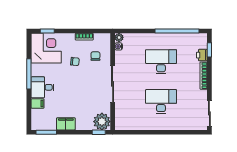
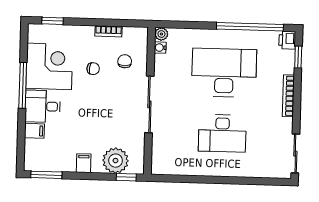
corner desk: (46, 48) -> (49, 66), moved
printer: (202, 55) -> (287, 40), moved
desk: (161, 62) -> (224, 73), width x1.36, depth x1.30
desk: (161, 102) -> (222, 133), turned 180
plant: (102, 122) -> (115, 161), moved
filing cabinet: (66, 124) -> (84, 163), width x0.50

